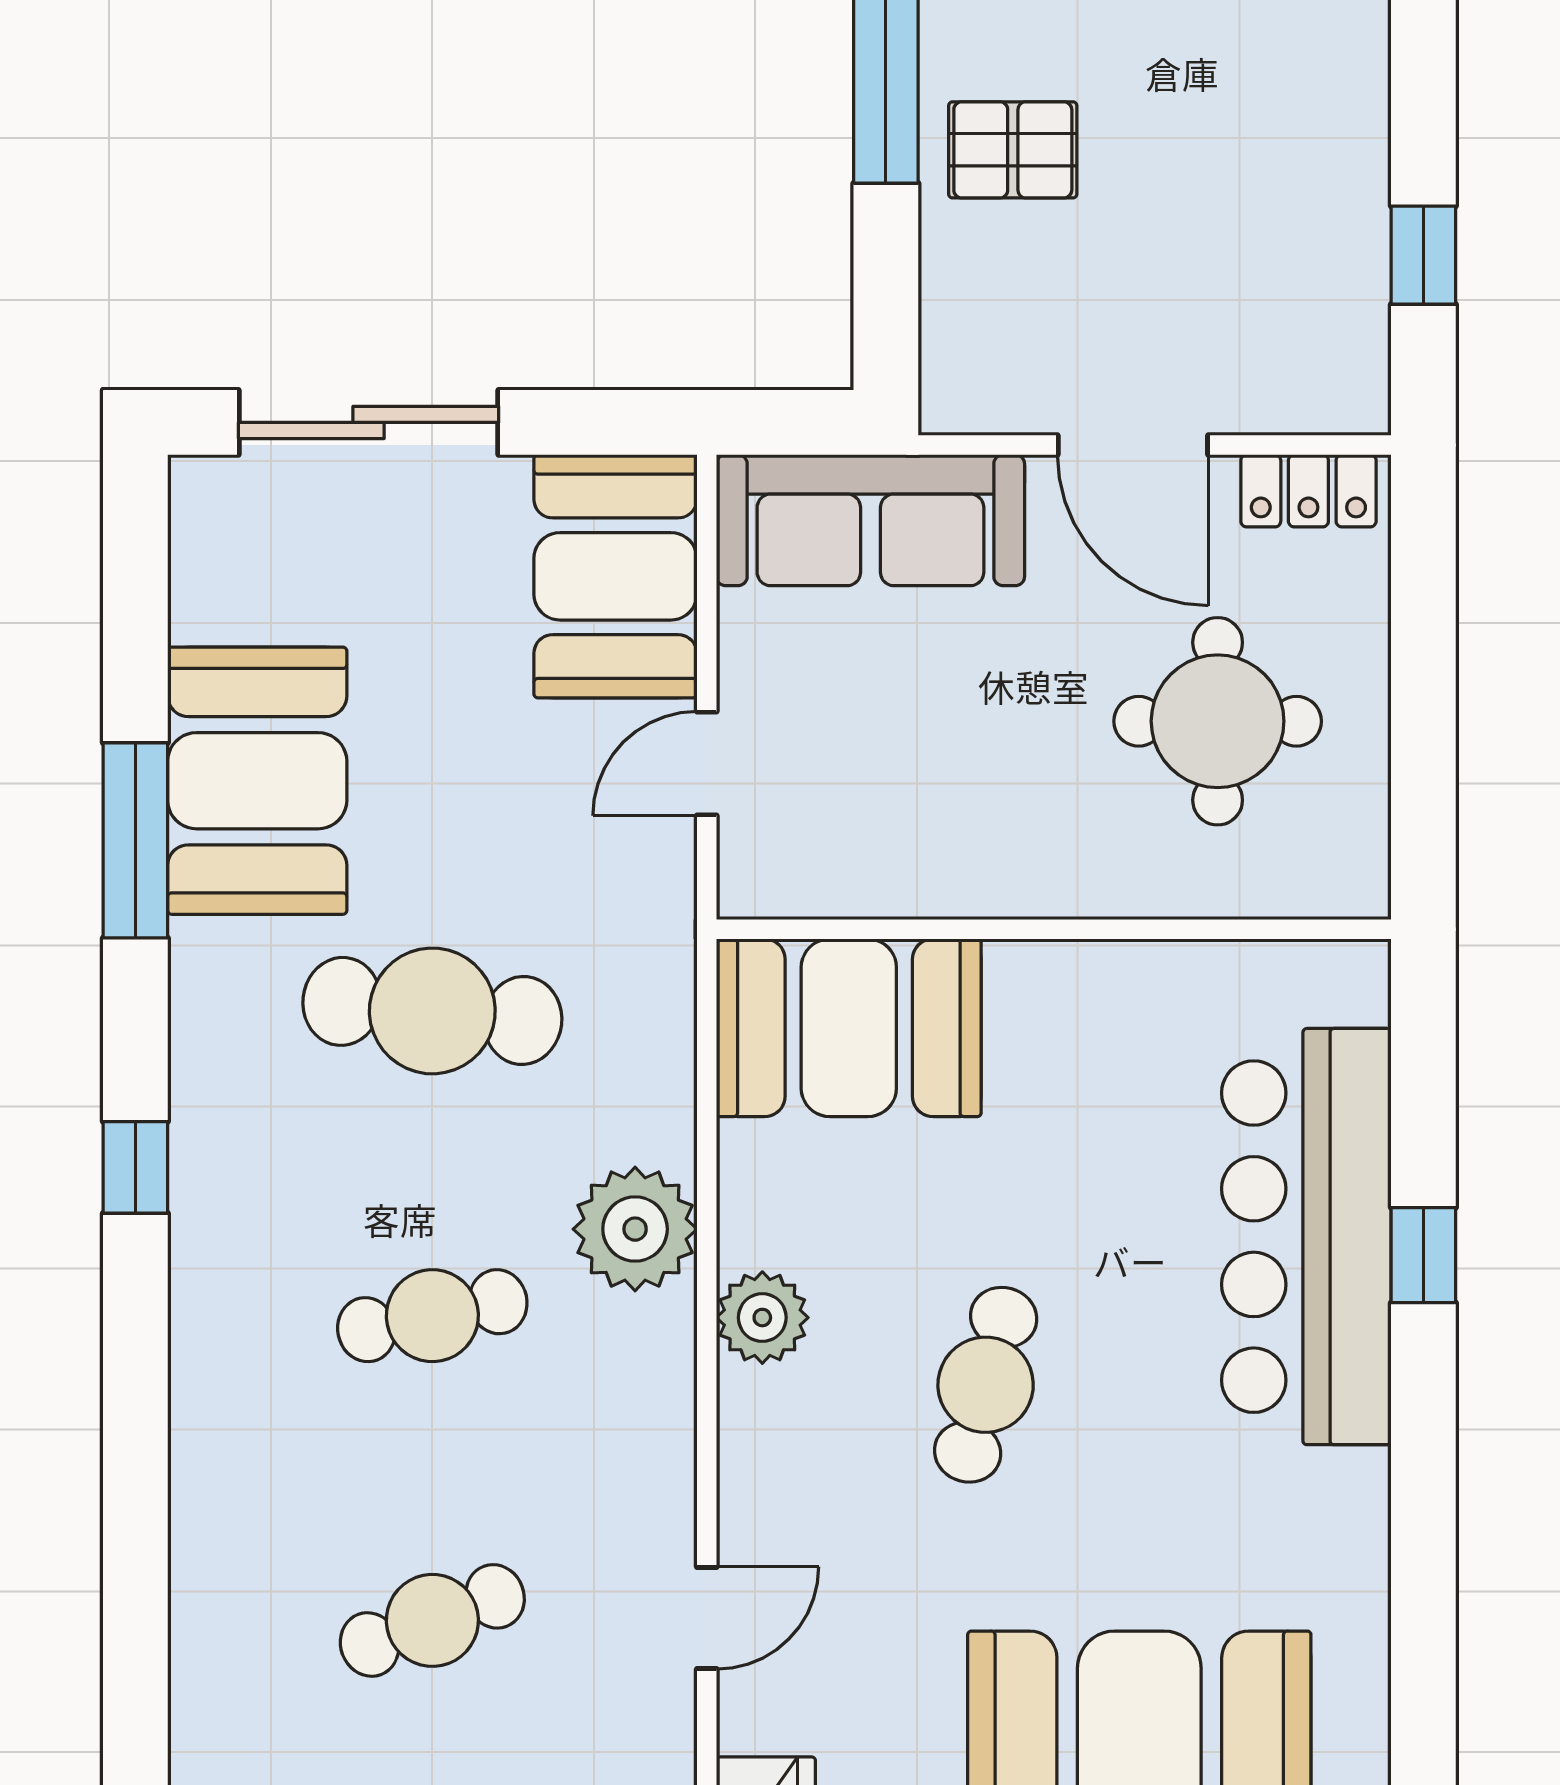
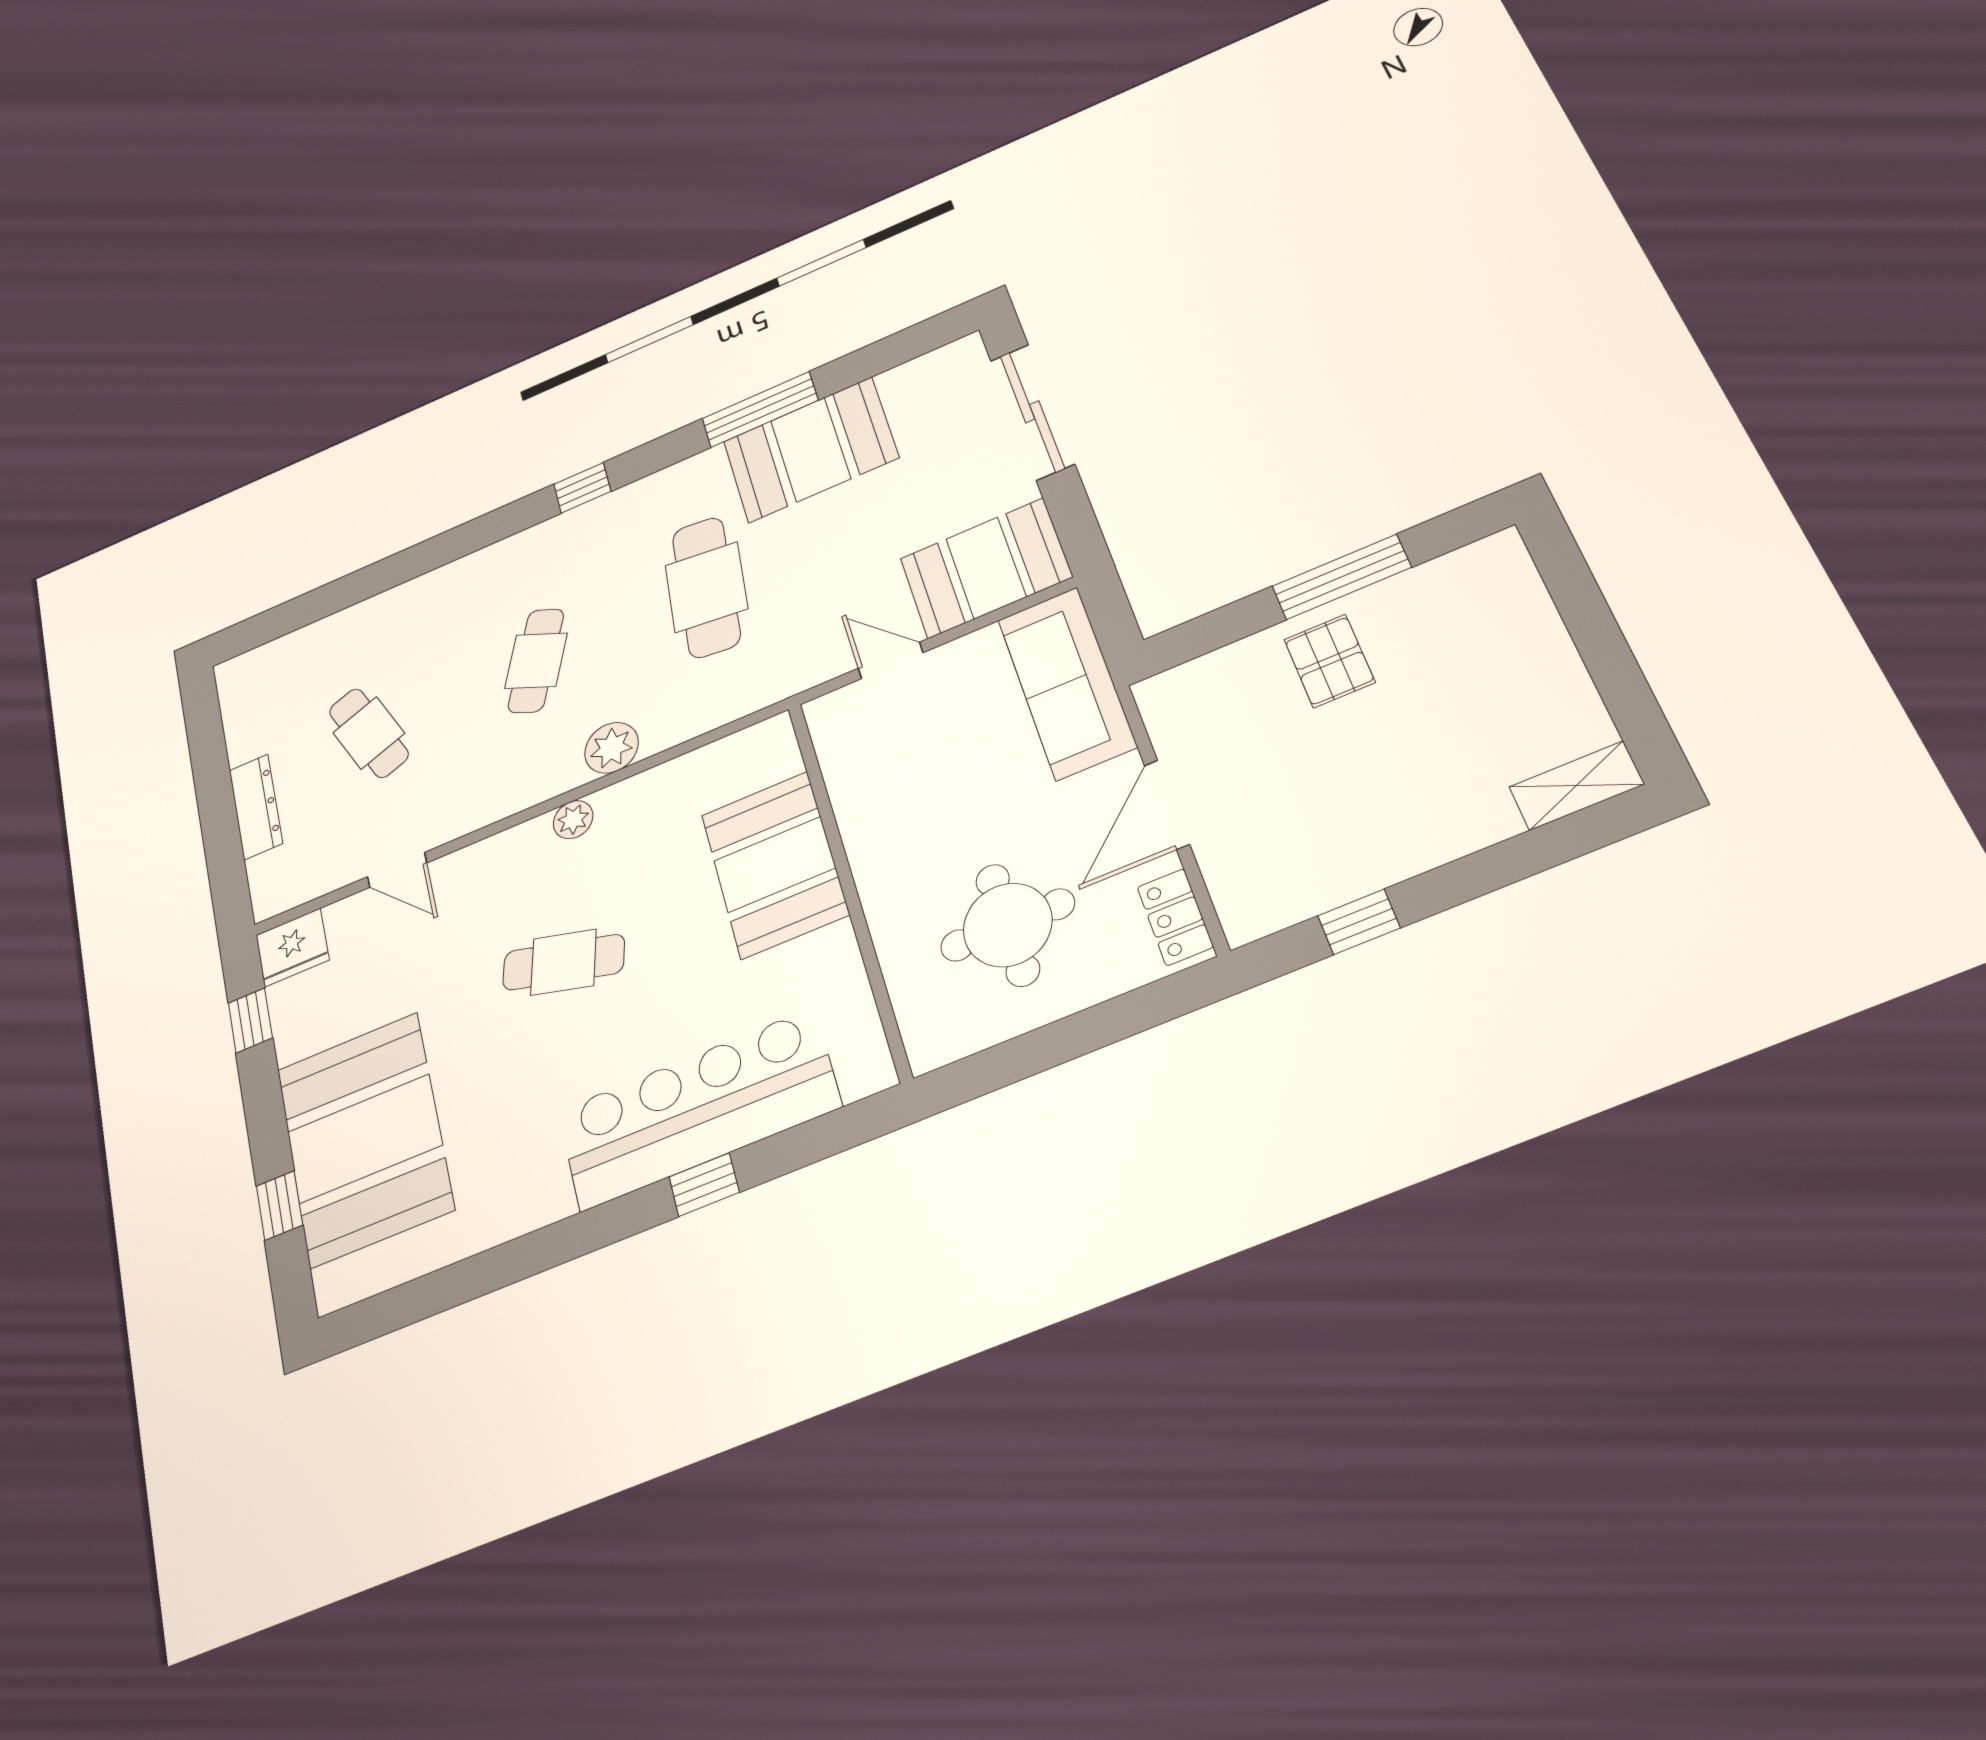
booth: (849, 1028) -> (775, 864), moved
plant: (635, 1229) -> (611, 748), width x0.73, depth x0.73
cafe table: (432, 1316) -> (536, 661), turned 36
plant: (762, 1318) -> (573, 820), width x0.73, depth x0.73

